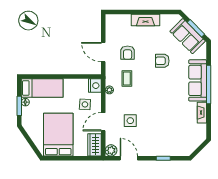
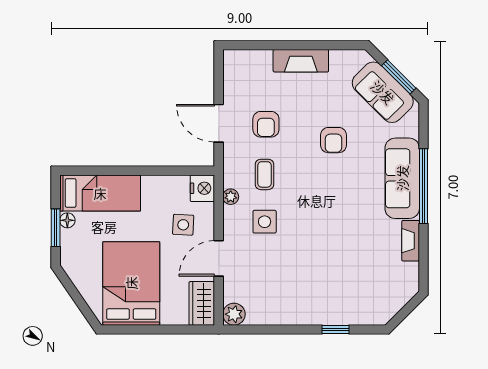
armchair: (162, 61) -> (334, 140), turned -90
side table: (130, 121) -> (265, 222), moved
door: (129, 158) -> (268, 329), removed

